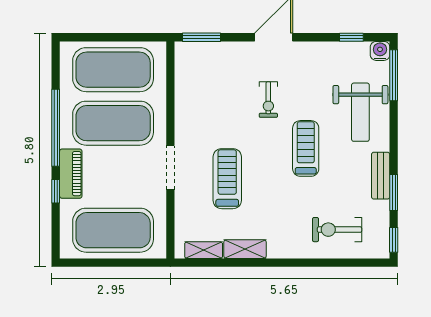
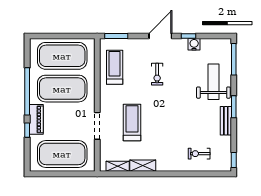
window: (351, 37) -> (188, 36), moved
water cooler: (380, 51) -> (194, 44), moved
weight bench: (360, 112) -> (213, 82), turned 180
treadmill: (306, 148) -> (115, 67), moved
doorway: (170, 168) -> (97, 126), moved
window: (394, 193) -> (234, 107), moved
exercise bike: (337, 230) -> (199, 154), width x0.73, depth x0.72

